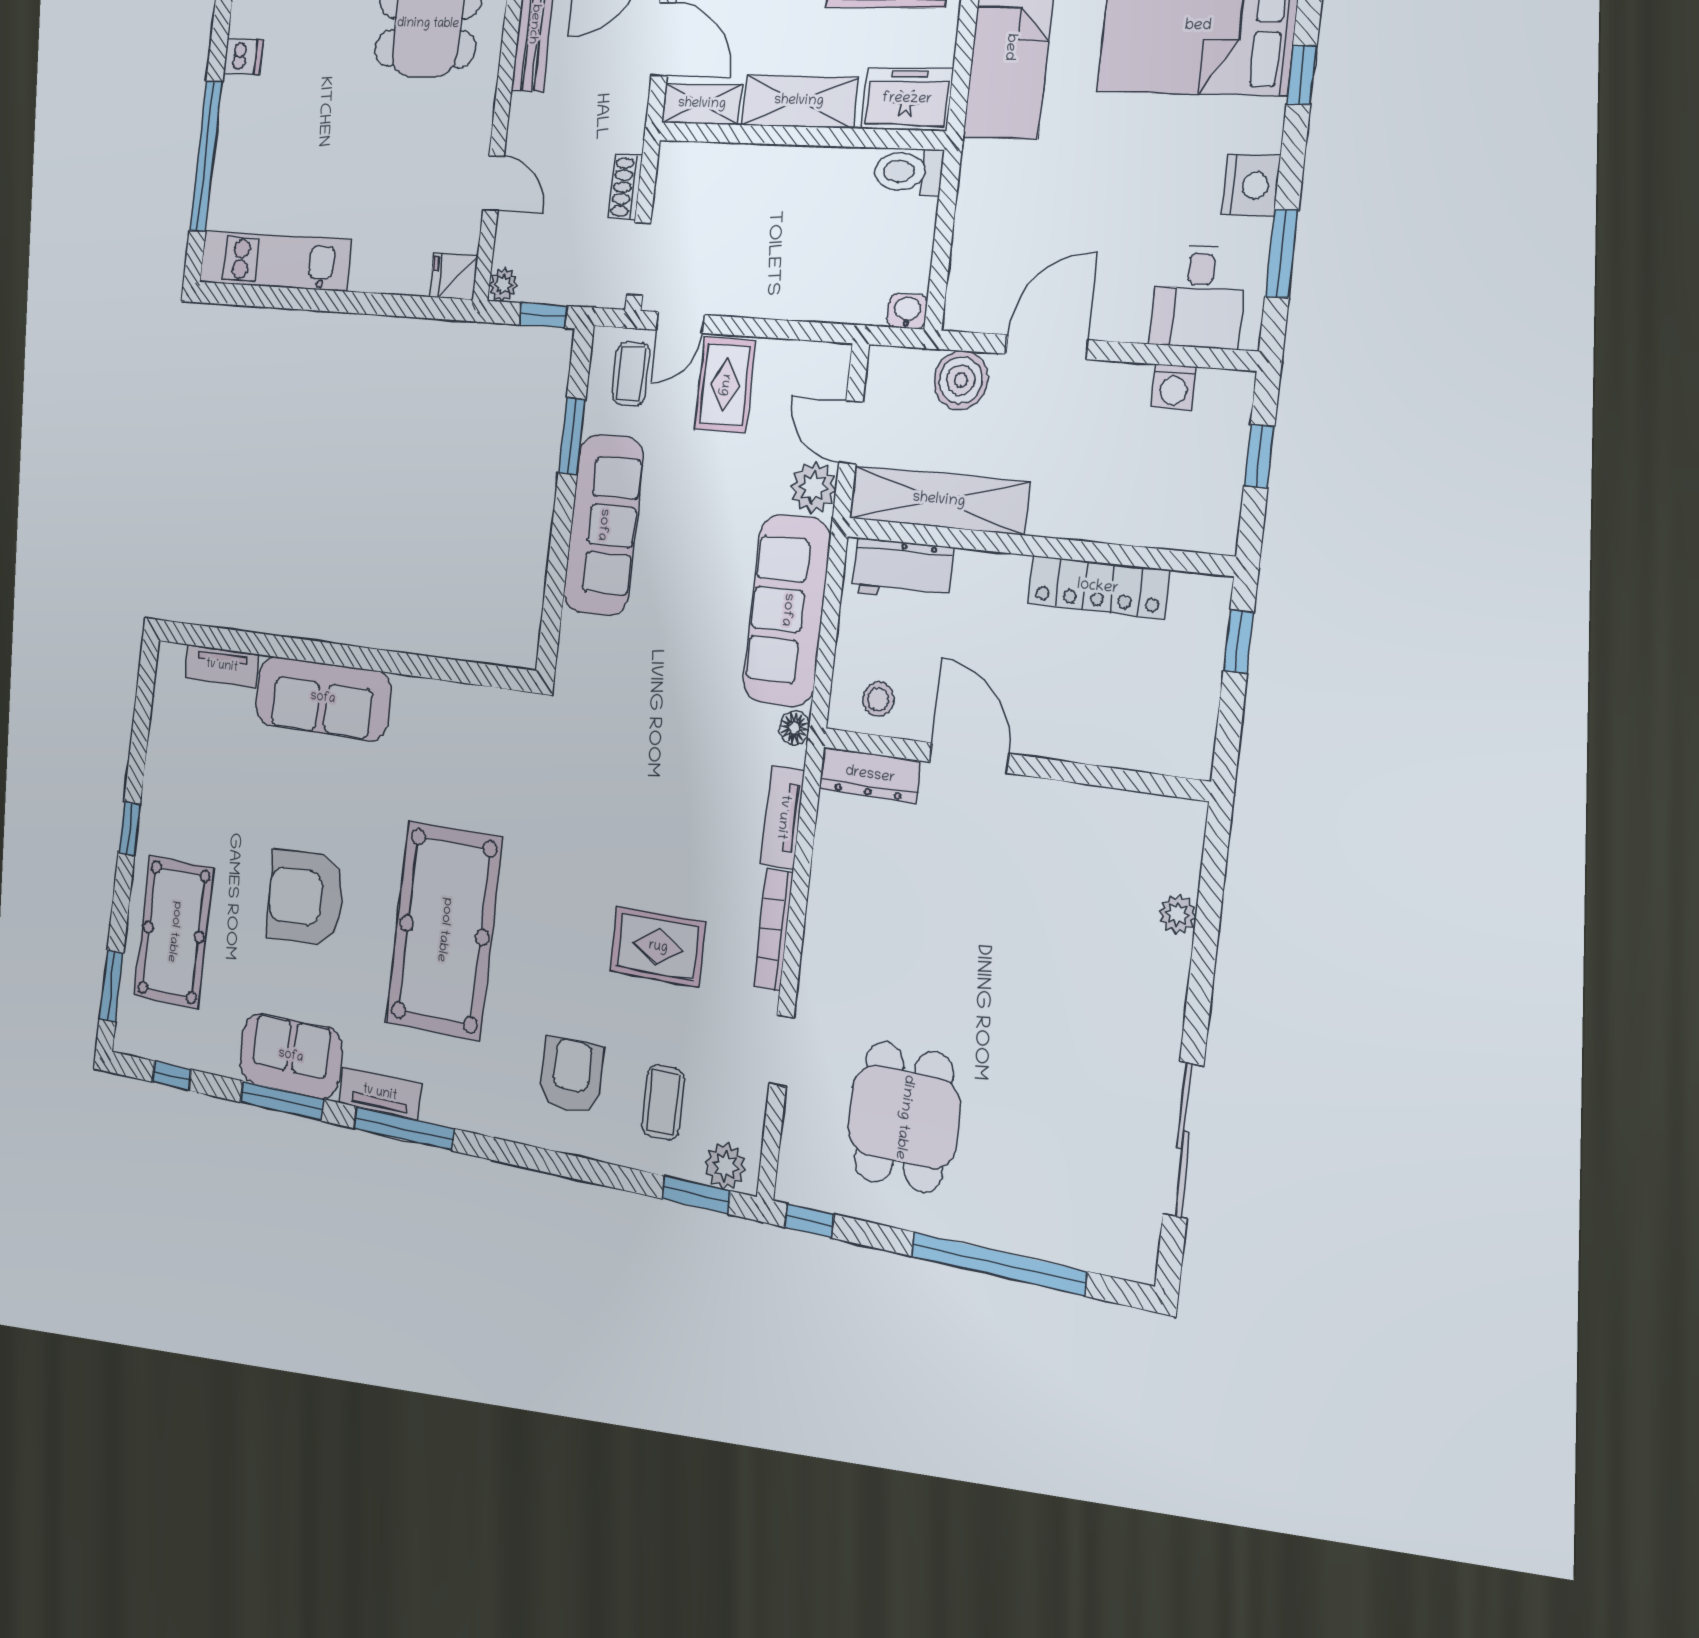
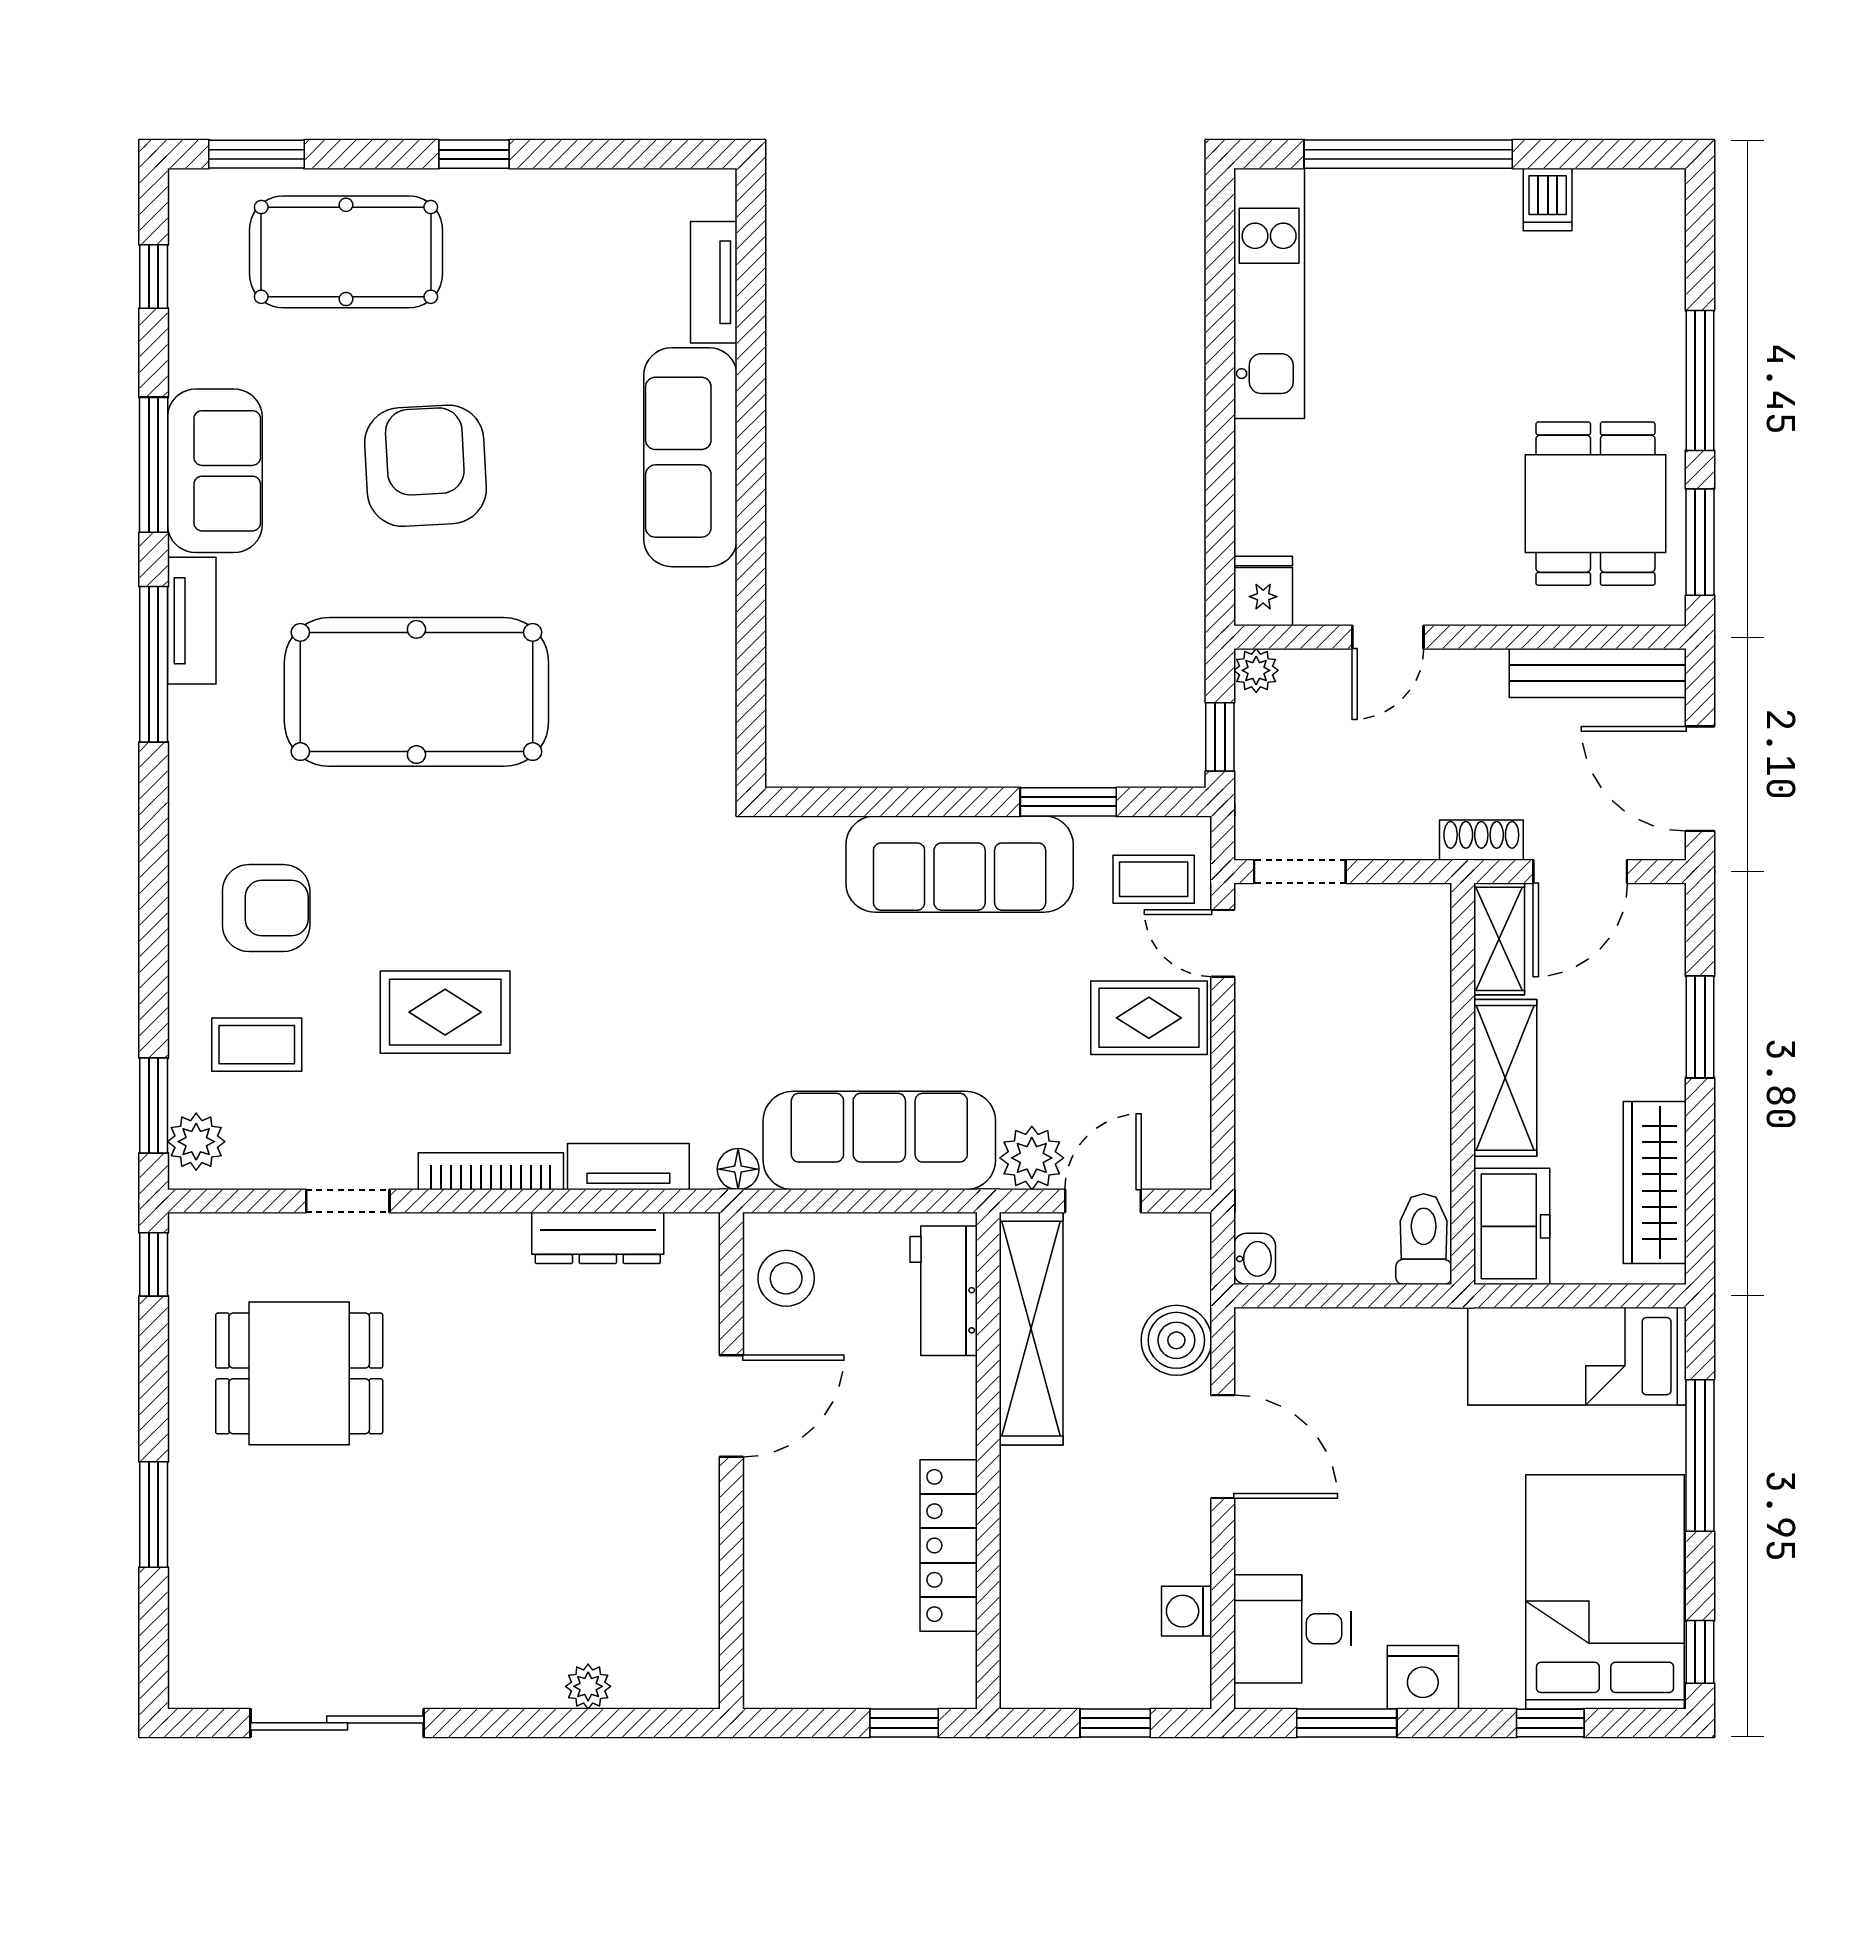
shoe rack: (626, 187) -> (1481, 840), moved
stool: (878, 699) -> (786, 1278), width x1.37, depth x1.37
dresser: (870, 775) -> (598, 1238), moved, turned -90
rug: (658, 947) -> (445, 1012), turned 90
window: (998, 1264) -> (154, 1514), width x0.47

